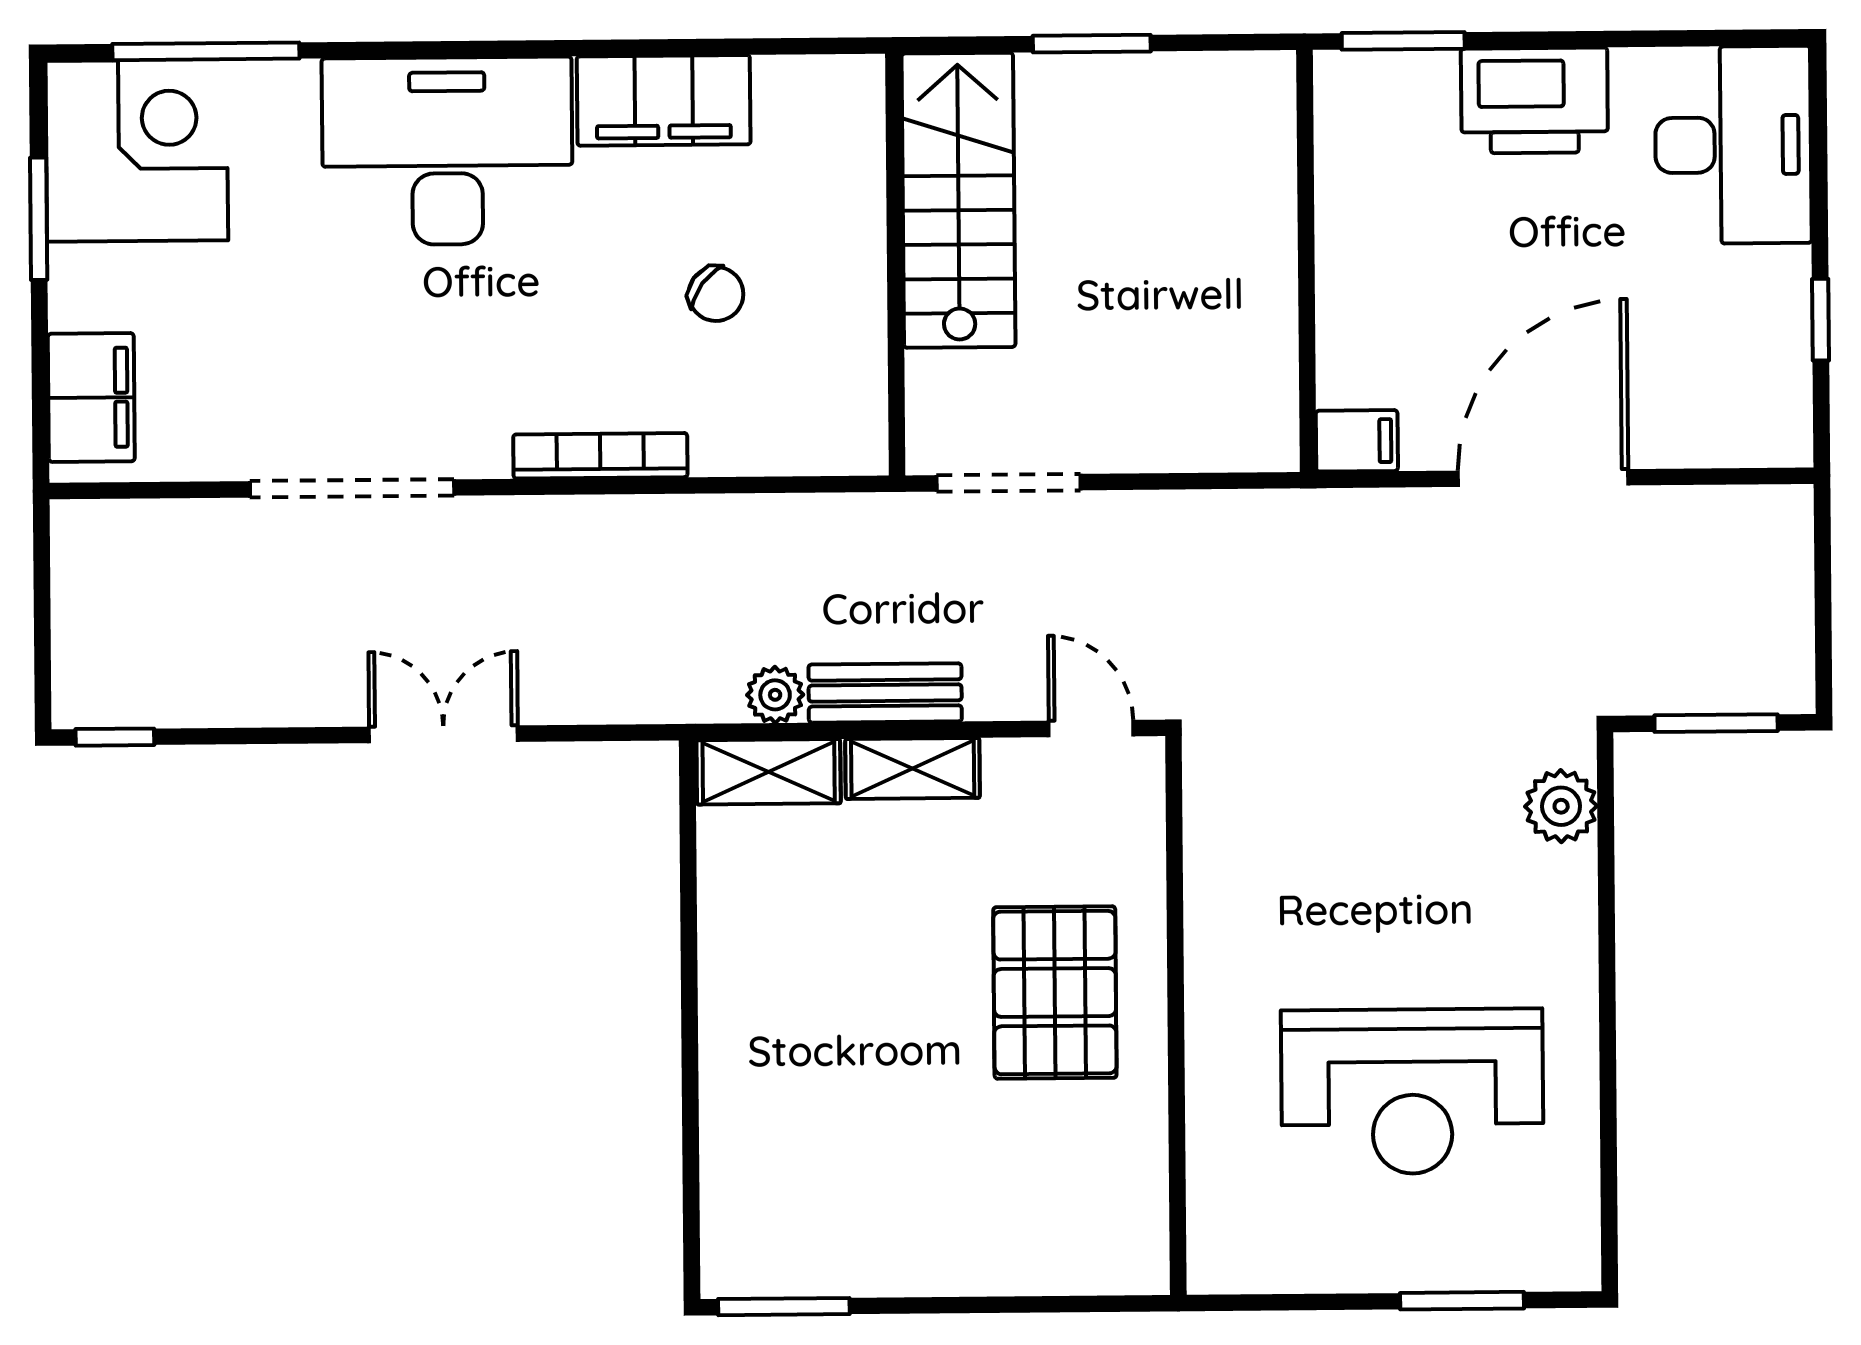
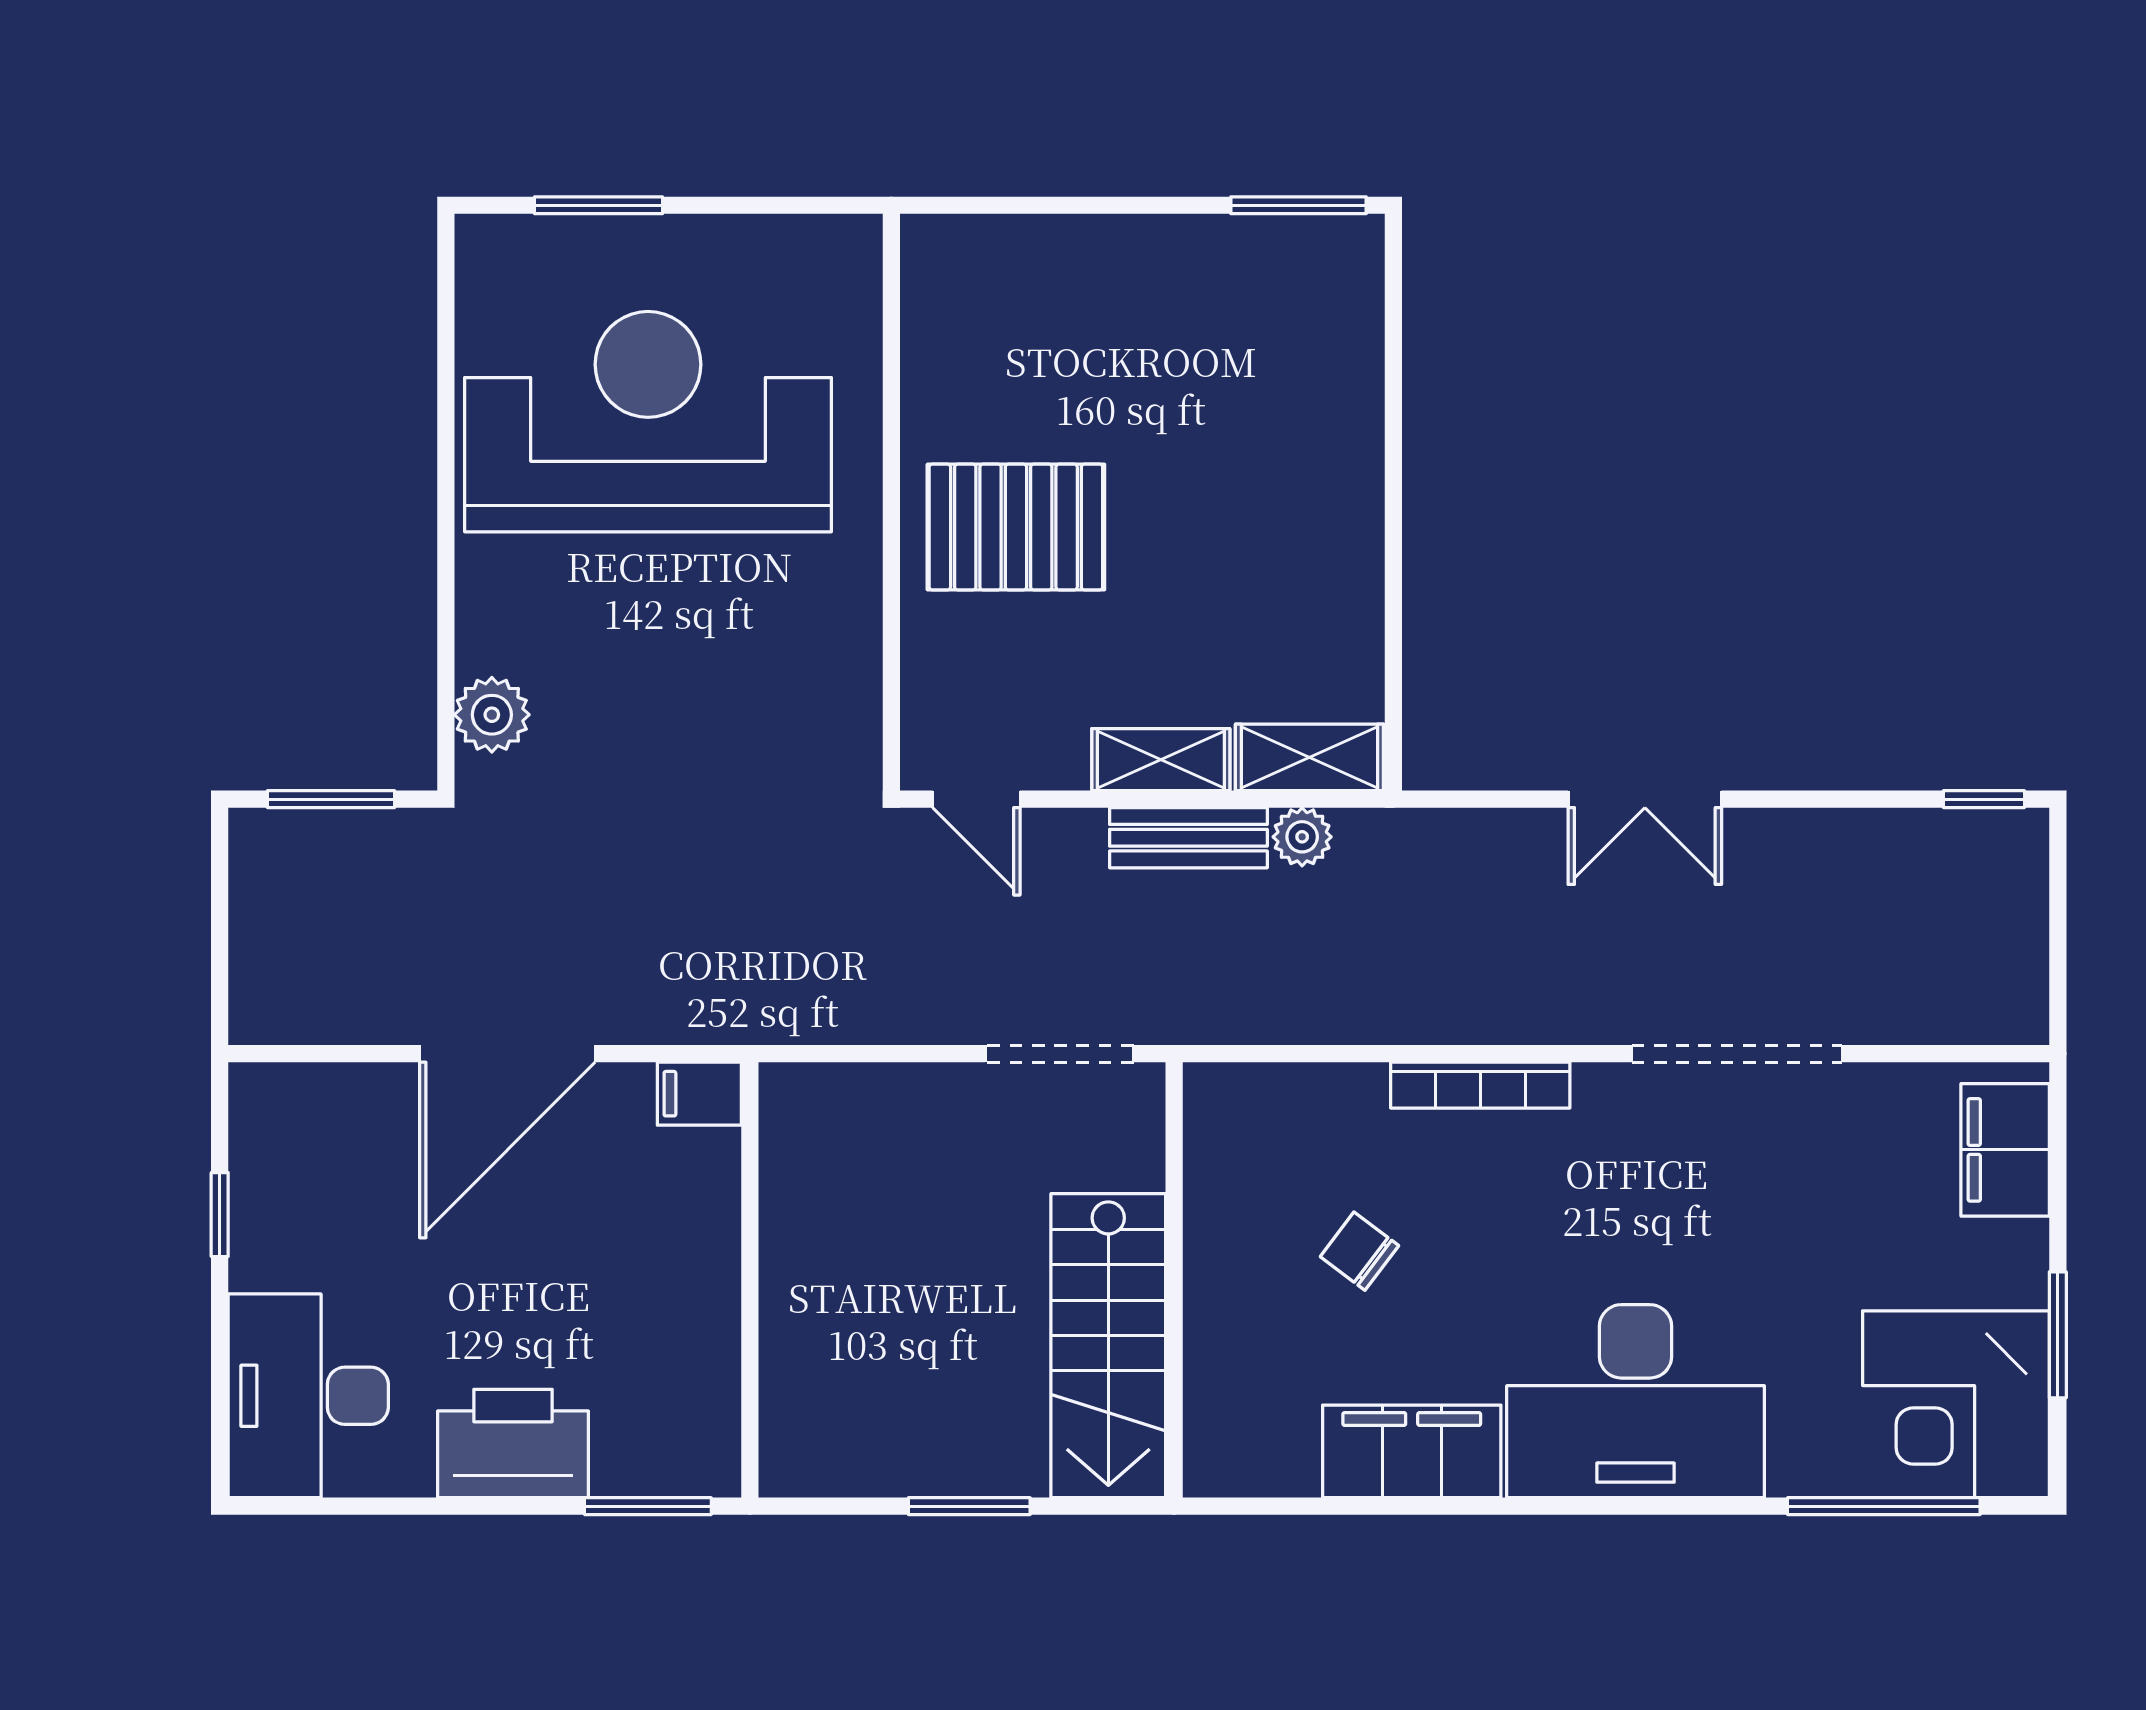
pallet: (1055, 993) -> (1016, 527), turned 90
reception desk: (1412, 1091) -> (648, 422), width x1.36, depth x1.30

